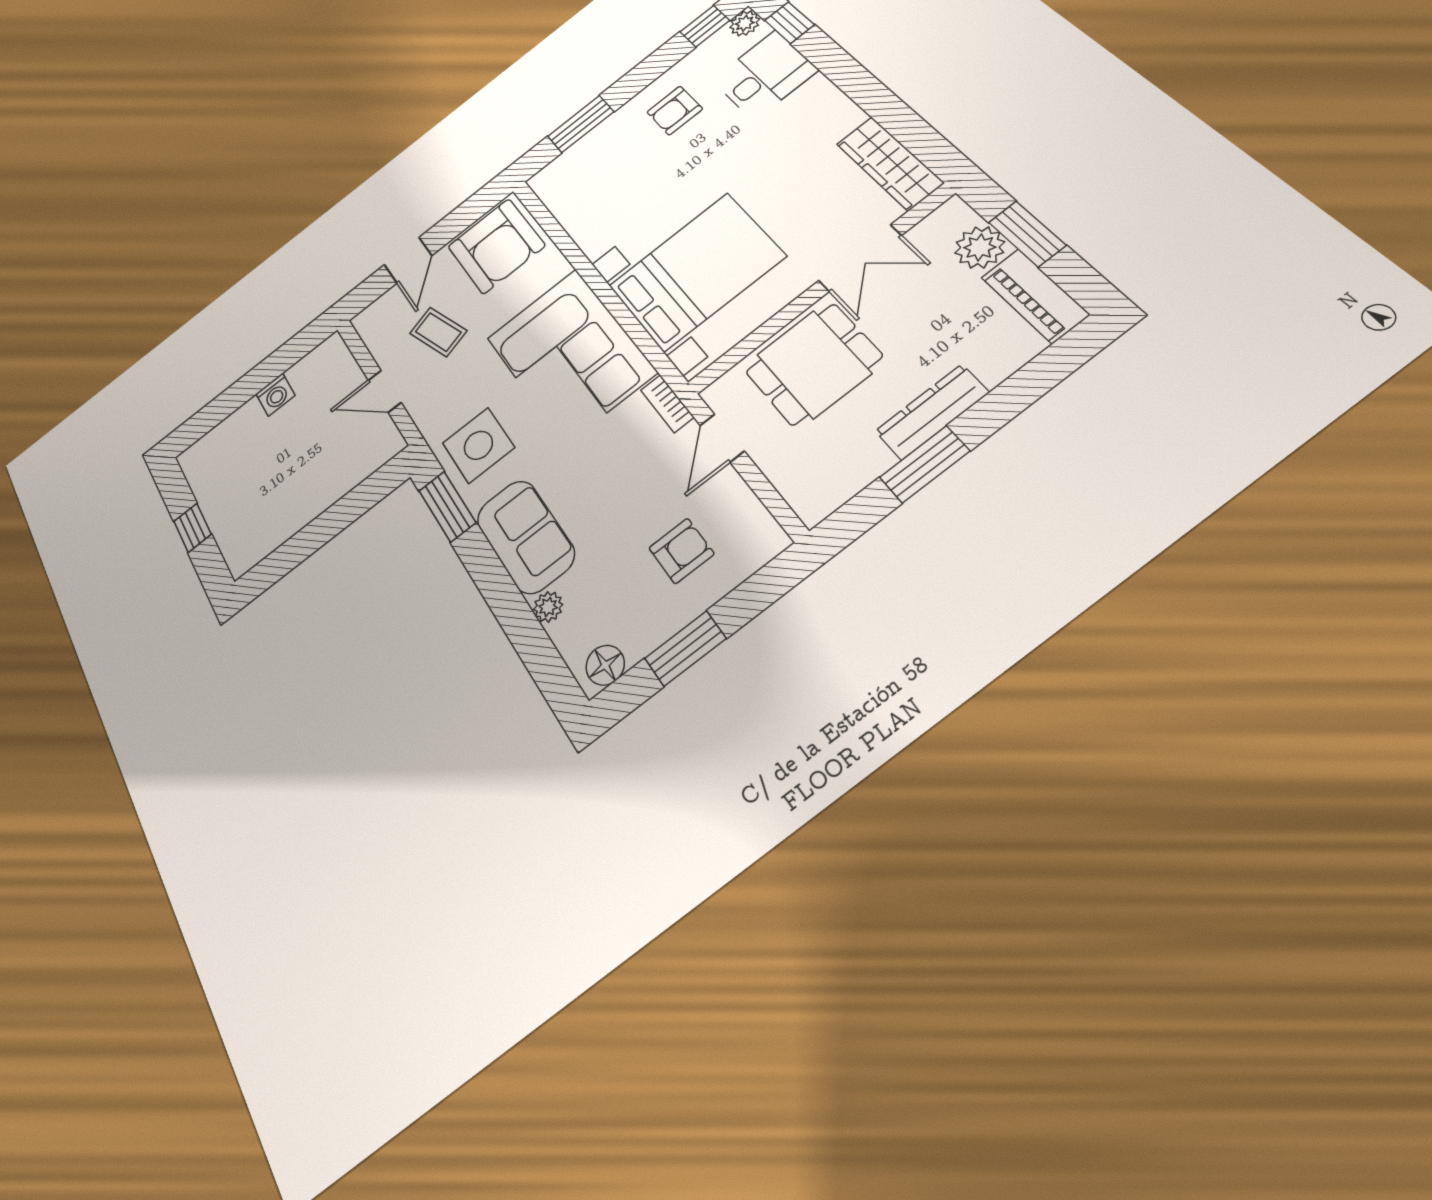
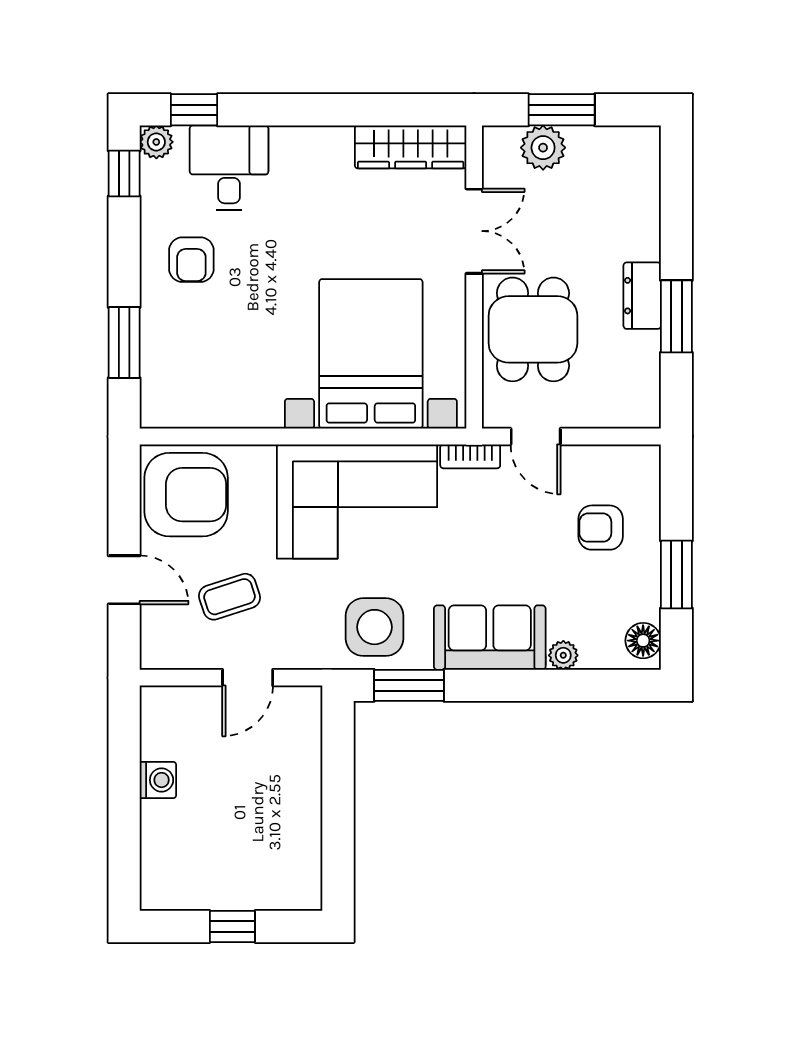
piano: (1035, 296) -> (615, 146), removed
dresser: (932, 412) -> (642, 296), width x0.70
armchair: (681, 551) -> (601, 528), turned -90

